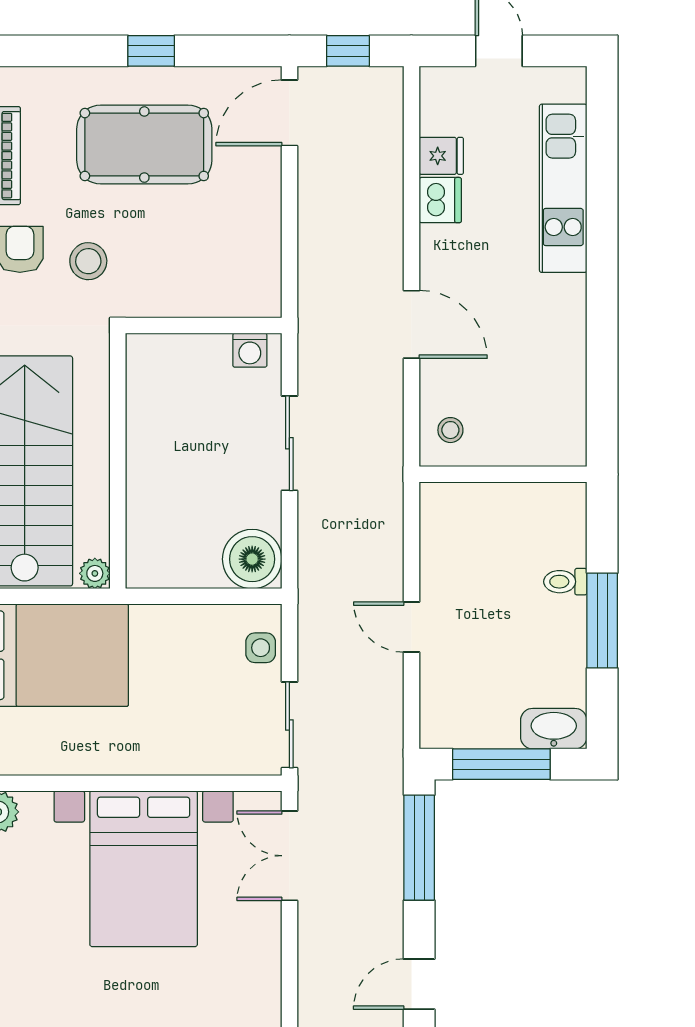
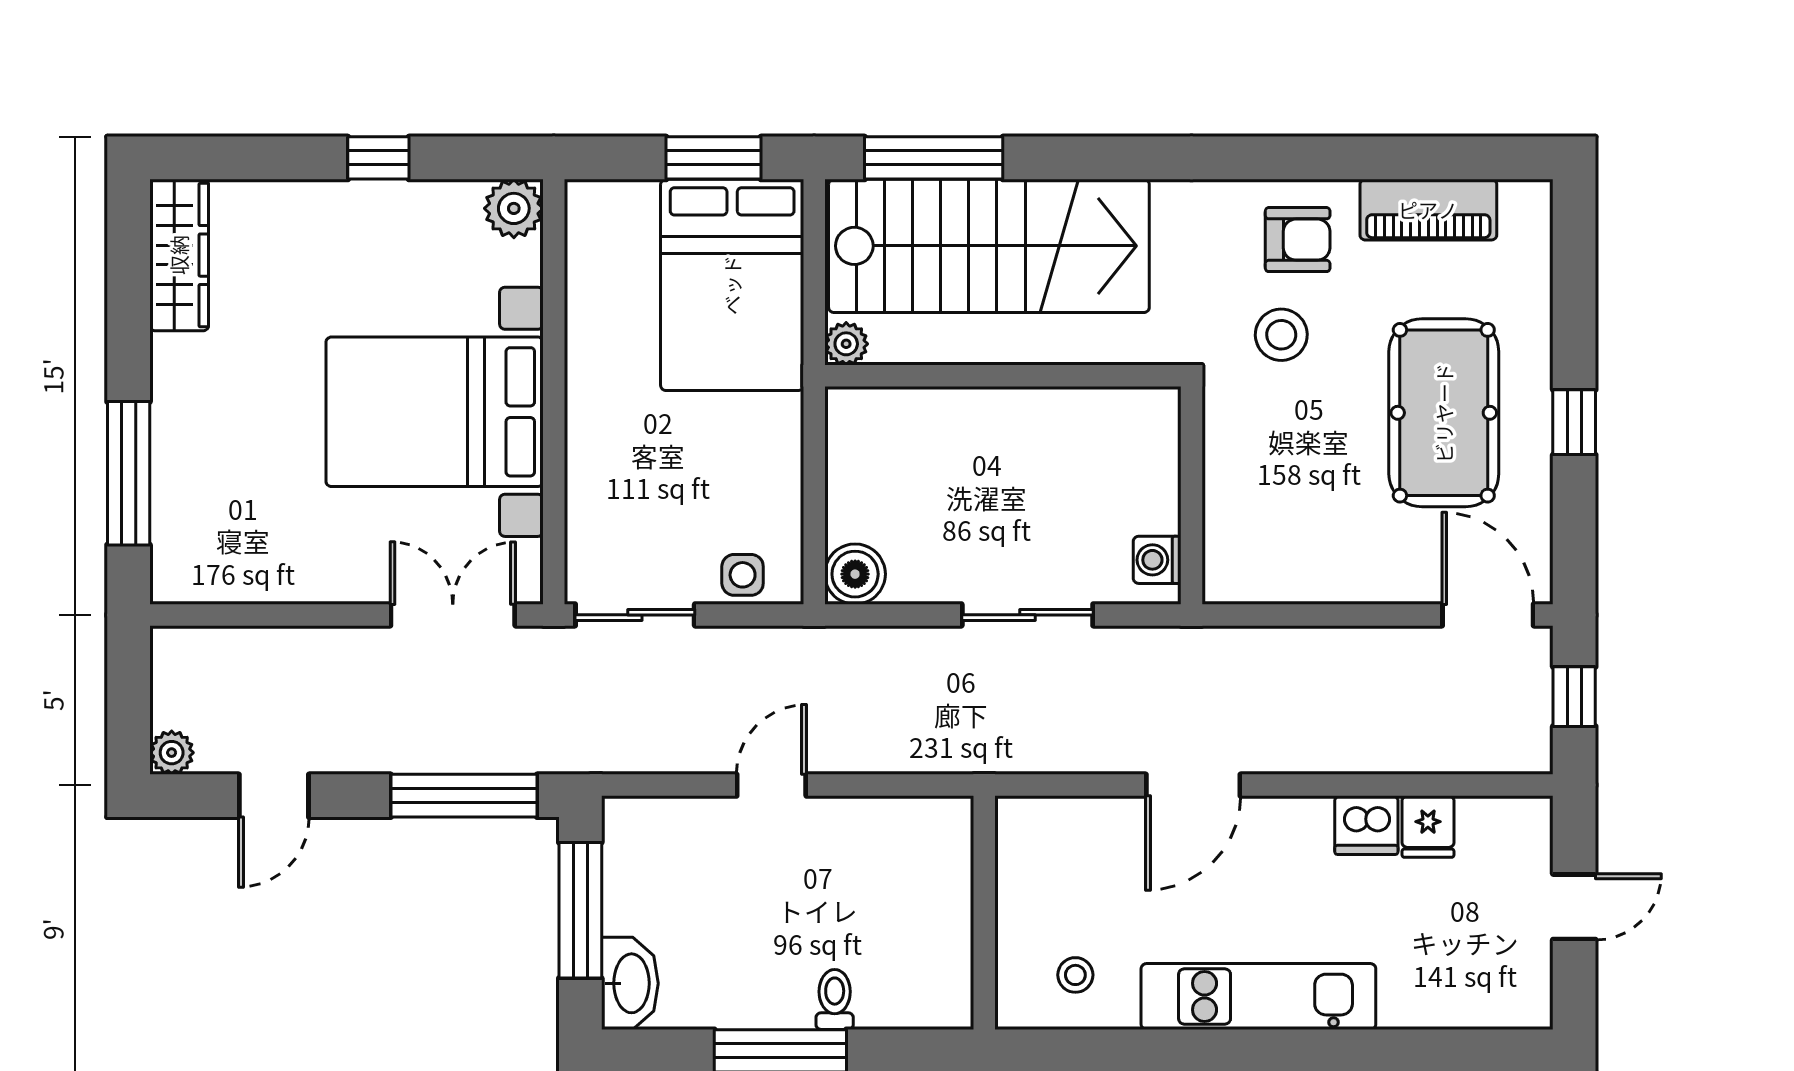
kitchen unit: (563, 188) -> (1258, 996), moved
stool: (450, 430) -> (1075, 975), moved
boiler: (252, 559) -> (855, 574), width x0.73, depth x0.73
door: (419, 984) -> (274, 796), swing flipped

